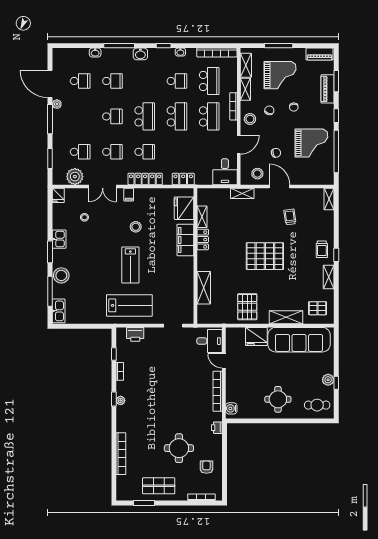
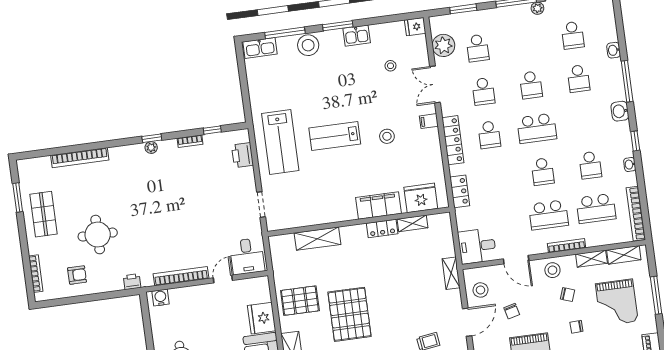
school desk: (177, 116) -> (543, 172), width x0.54
pallet: (265, 256) -> (350, 314), moved

